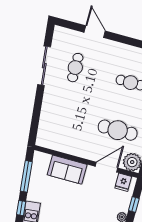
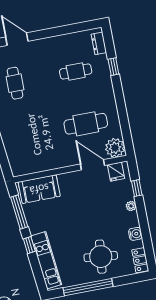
door: (106, 167) -> (92, 165), hinge flipped
sofa: (67, 170) -> (39, 189), moved

